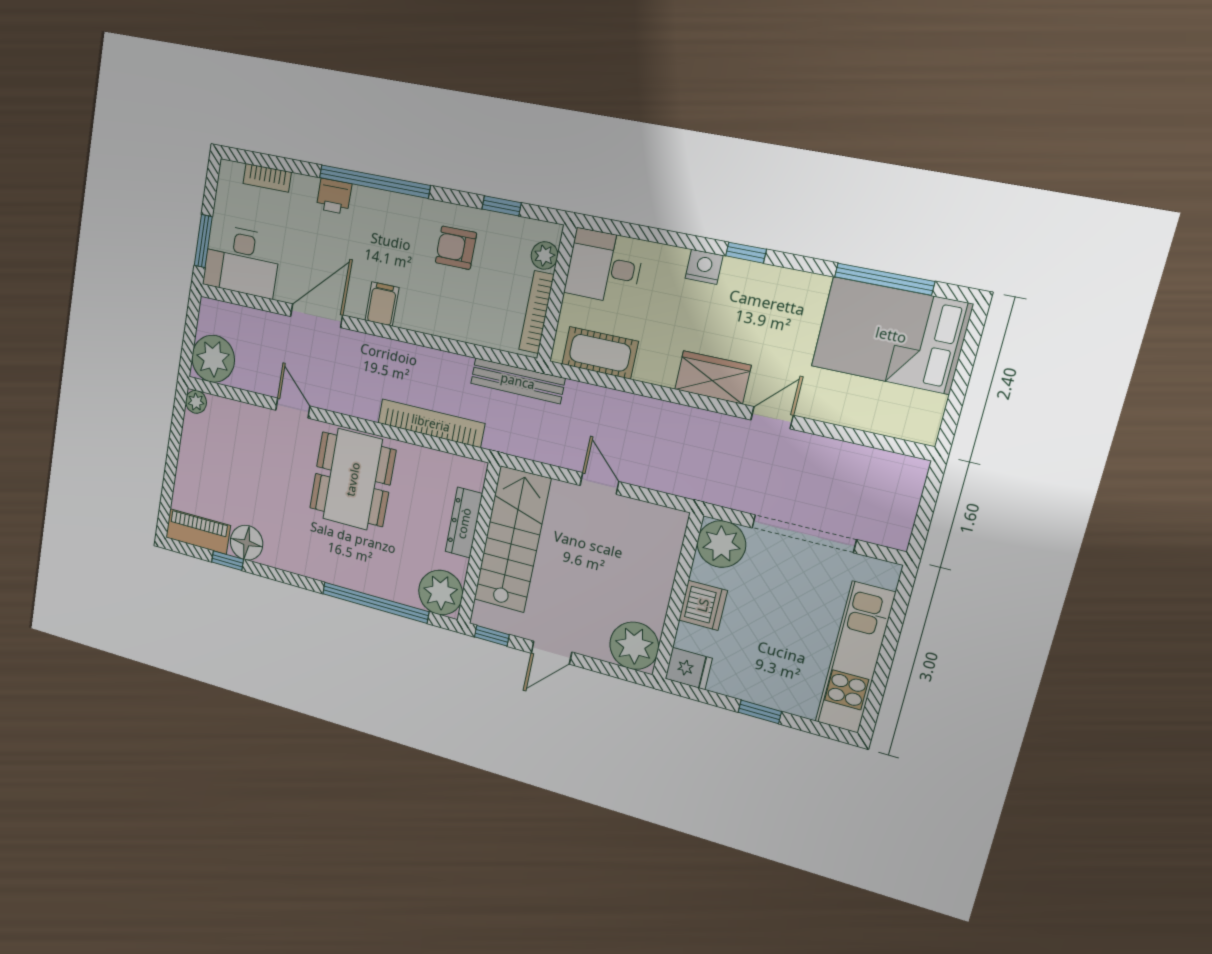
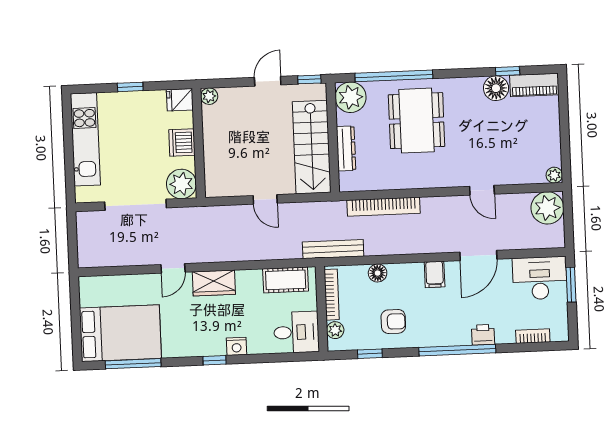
floor lamp: (462, 327) -> (378, 273), added
dining table: (353, 479) -> (417, 121), moved
plant: (634, 646) -> (209, 96), width x0.53, depth x0.53

